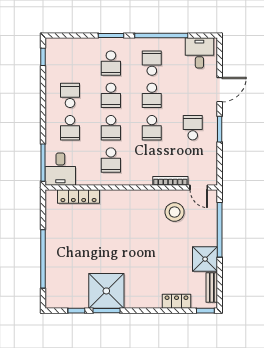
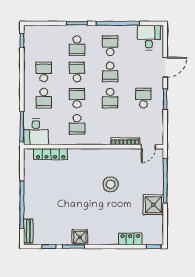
school desk: (111, 95) -> (77, 72), turned 180
school desk: (111, 128) -> (77, 98), turned 180
door: (199, 188) -> (148, 147), hinge flipped
stool: (175, 212) -> (111, 184), moved
bench: (212, 287) -> (28, 231), moved
shower: (106, 291) -> (80, 237), width x0.54, depth x0.54

